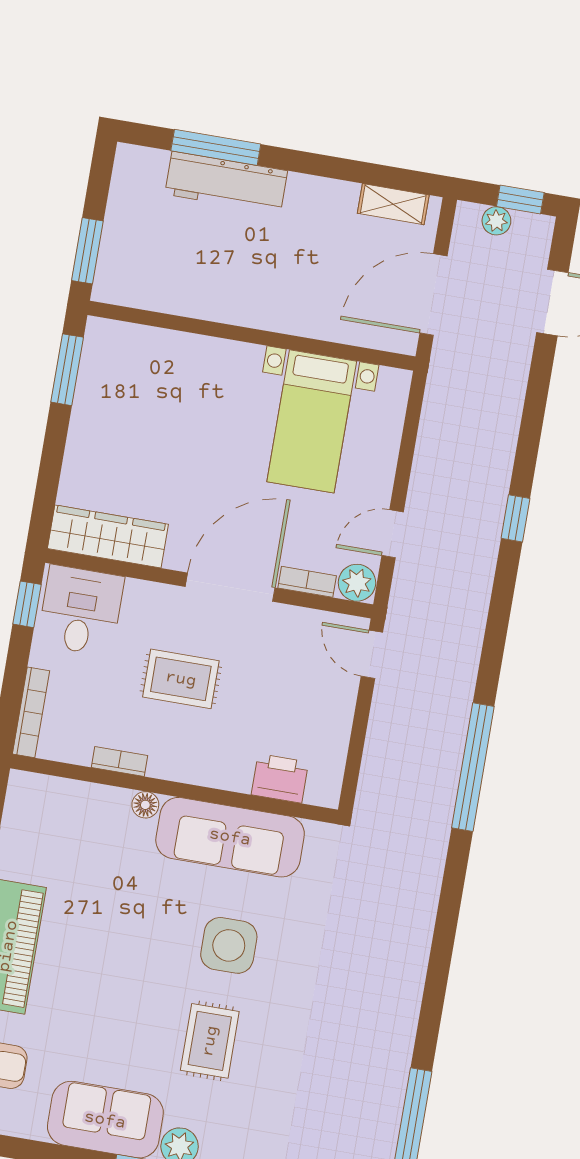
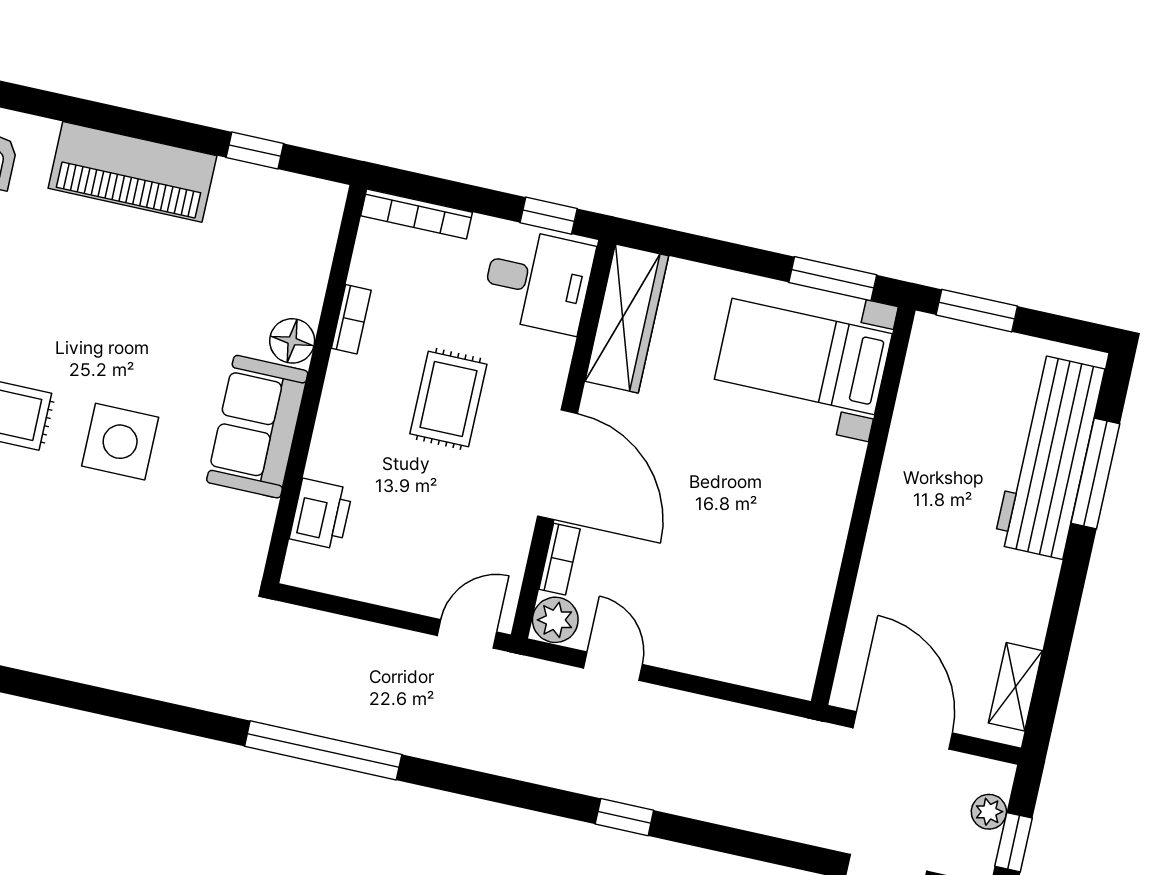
workbench: (226, 182) -> (1049, 457), width x1.36, depth x1.32
bed with nightstands: (312, 421) -> (803, 357), moved
floor lamp: (145, 805) -> (292, 341), width x1.37, depth x1.37
sofa: (230, 837) -> (257, 427), width x0.73

